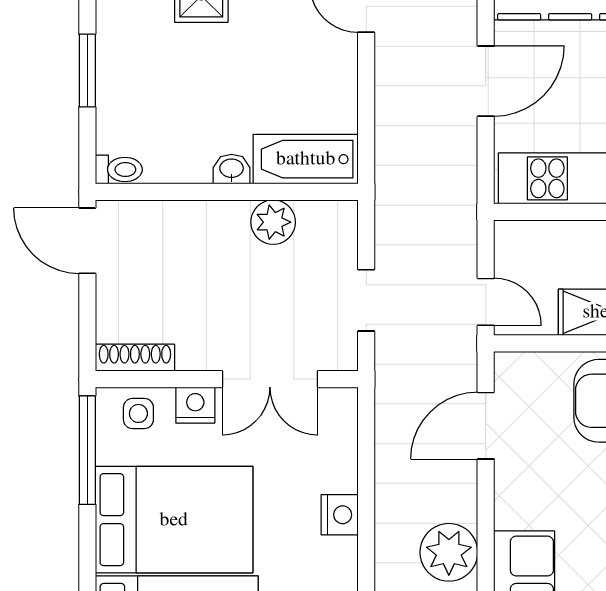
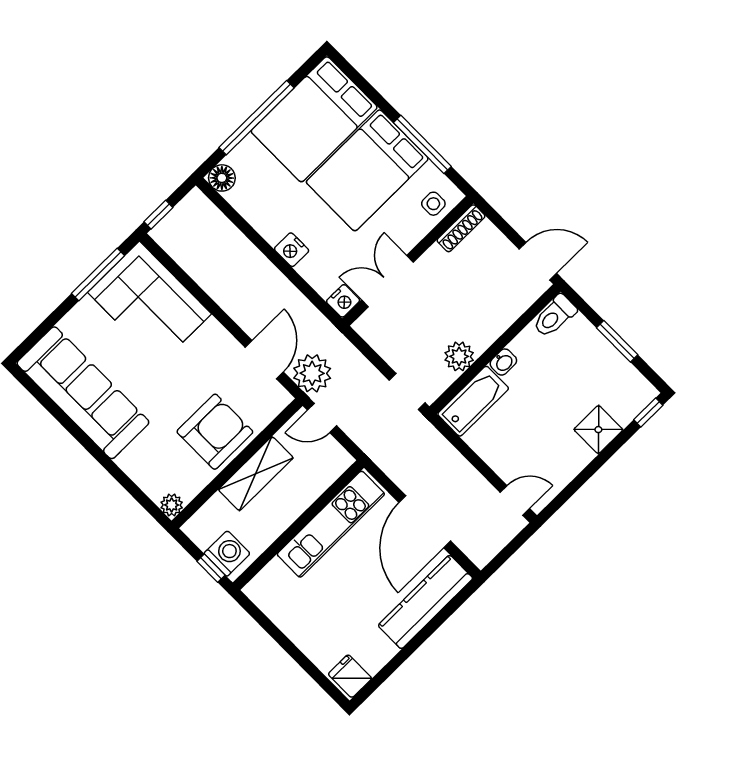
door: (486, 81) -> (425, 522), width x1.36
toilet: (119, 170) -> (554, 316), width x1.37, depth x1.39
doorway: (366, 300) -> (407, 391), moved
nightstand: (195, 405) -> (343, 301), moved
window: (87, 450) -> (422, 144), moved
plant: (449, 552) -> (312, 373), moved

